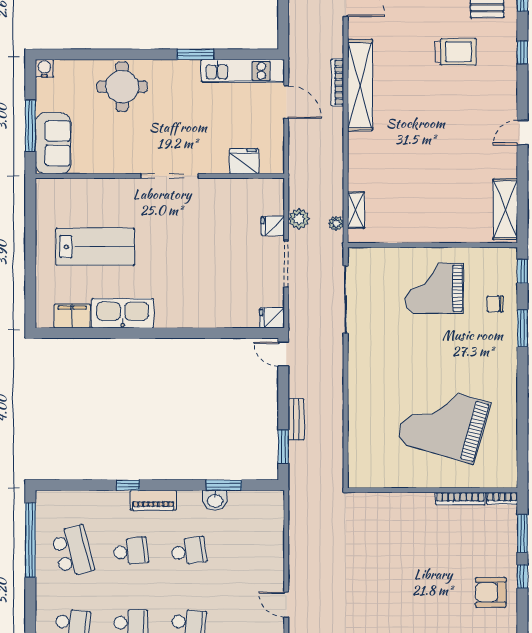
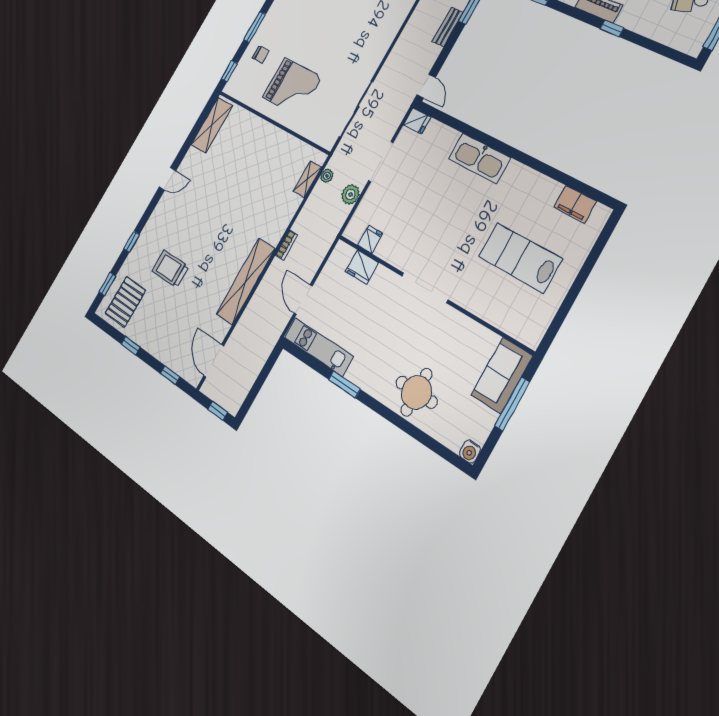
bookcase: (337, 82) -> (287, 245), moved, width x0.64
fridge: (273, 226) -> (370, 239), moved, turned -90
kitchen sink: (123, 313) -> (480, 158), moved

